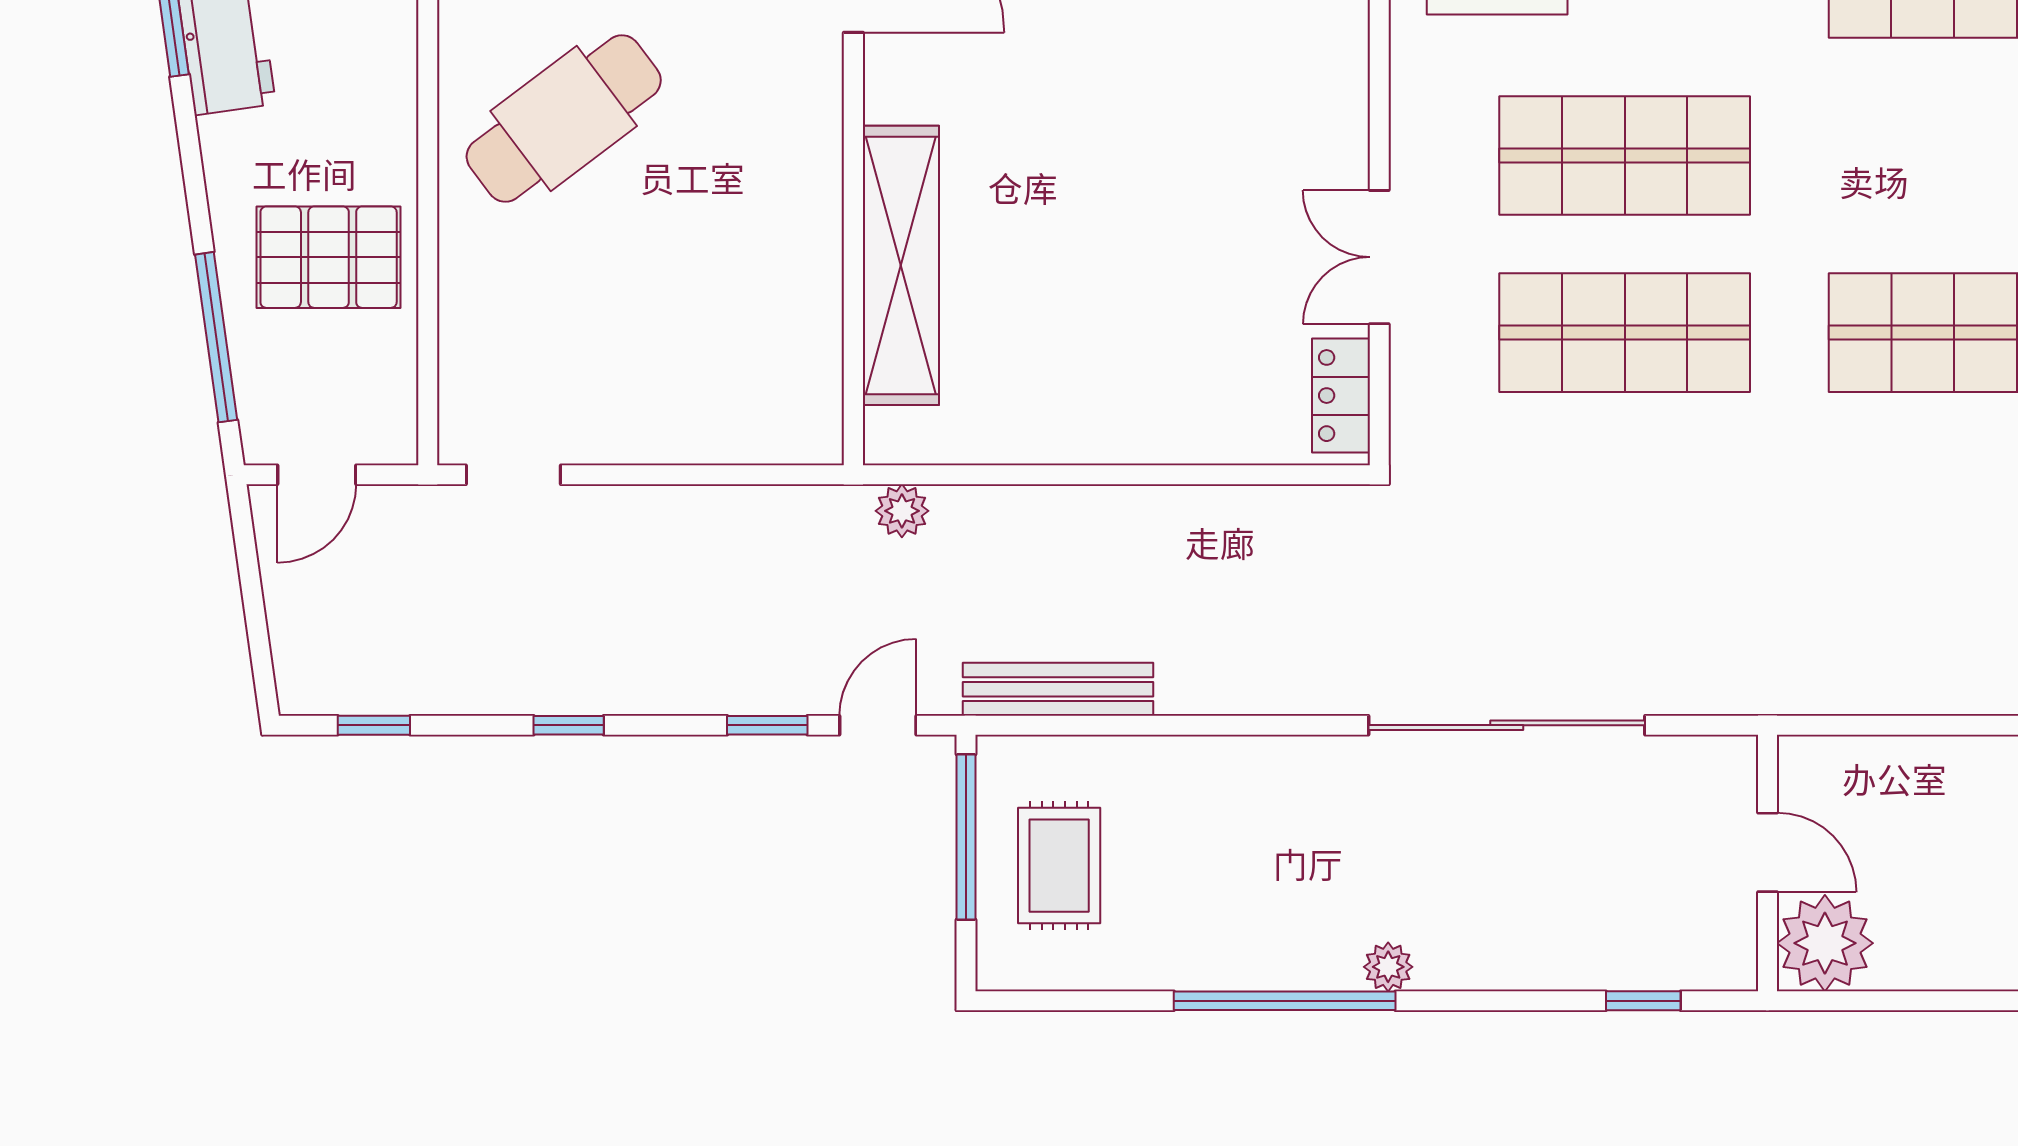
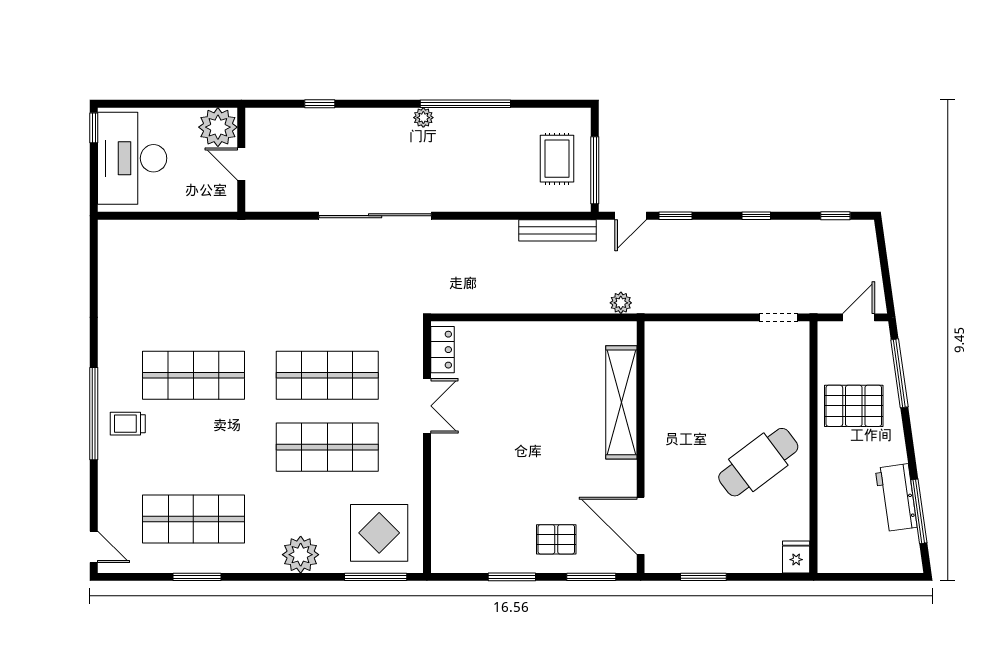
door: (1767, 852) -> (241, 164), moved
wall: (1767, 863) -> (241, 160), moved
plant: (1825, 943) -> (218, 127), moved

